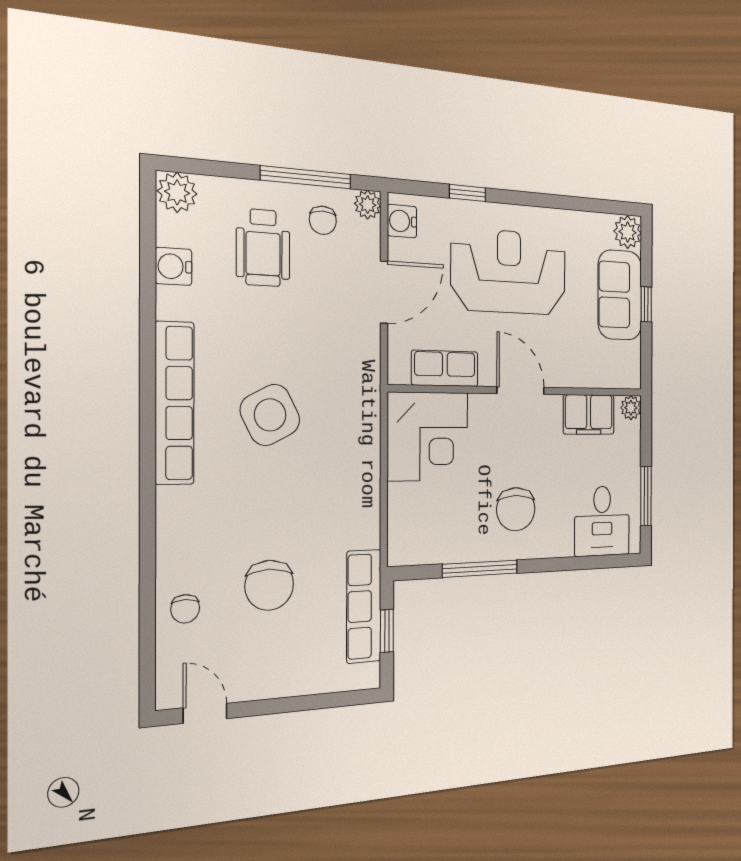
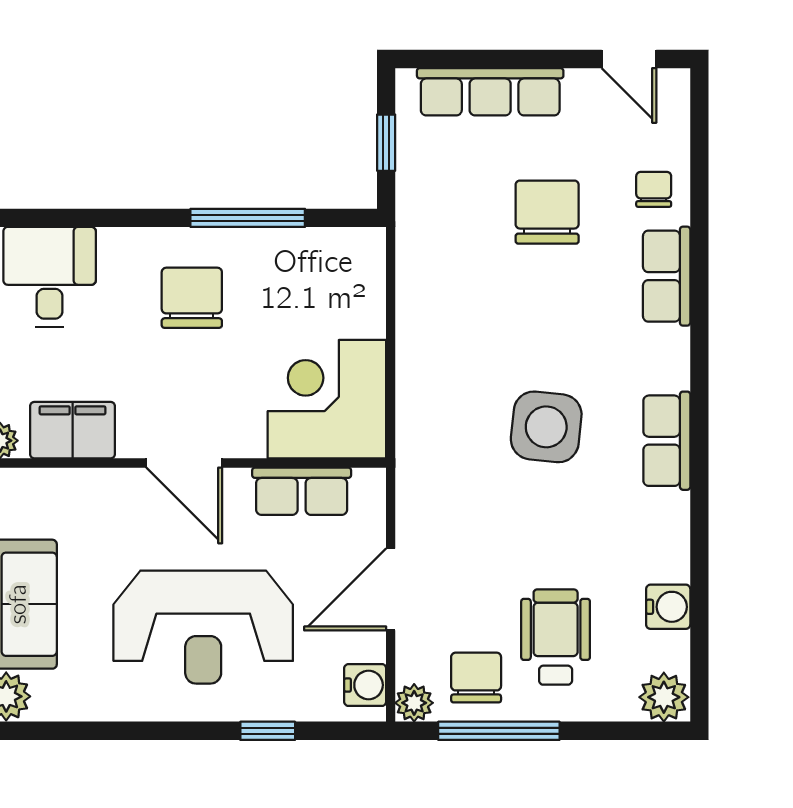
chair: (323, 220) -> (476, 678), width x1.37, depth x1.37
row of seats: (175, 403) -> (667, 441), width x0.50
side table: (270, 415) -> (546, 427), turned 33
row of seats: (175, 538) -> (667, 276), added
row of seats: (364, 606) -> (490, 92), moved, turned 90

